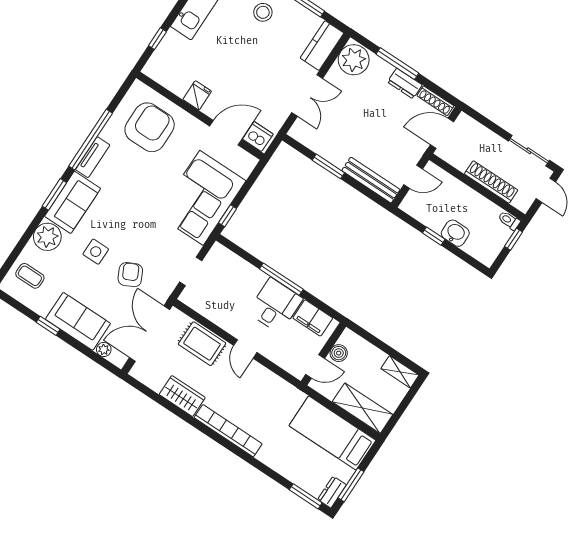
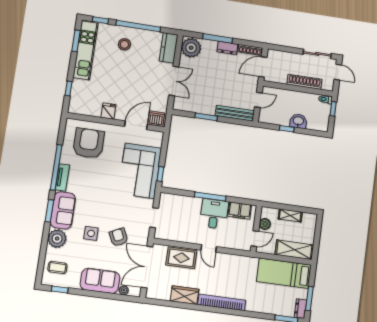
window: (48, 326) -> (60, 289), moved
shelving: (400, 372) -> (290, 215), moved

